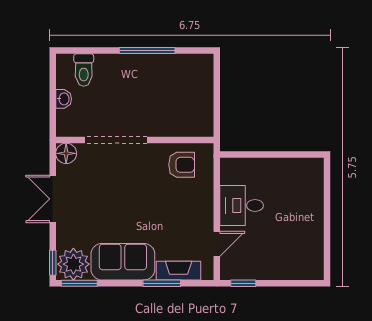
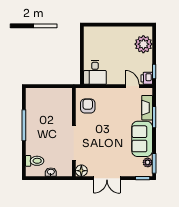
desk: (242, 205) -> (95, 72), moved
plant: (73, 264) -> (148, 162), width x0.53, depth x0.53
plant: (292, 264) -> (143, 44), added
printer: (231, 270) -> (147, 78), added

